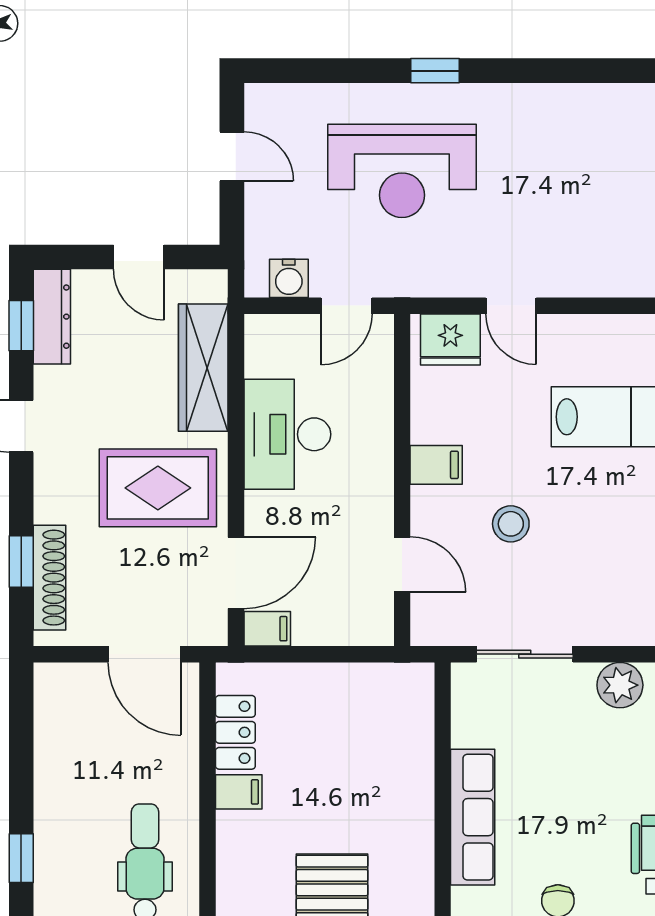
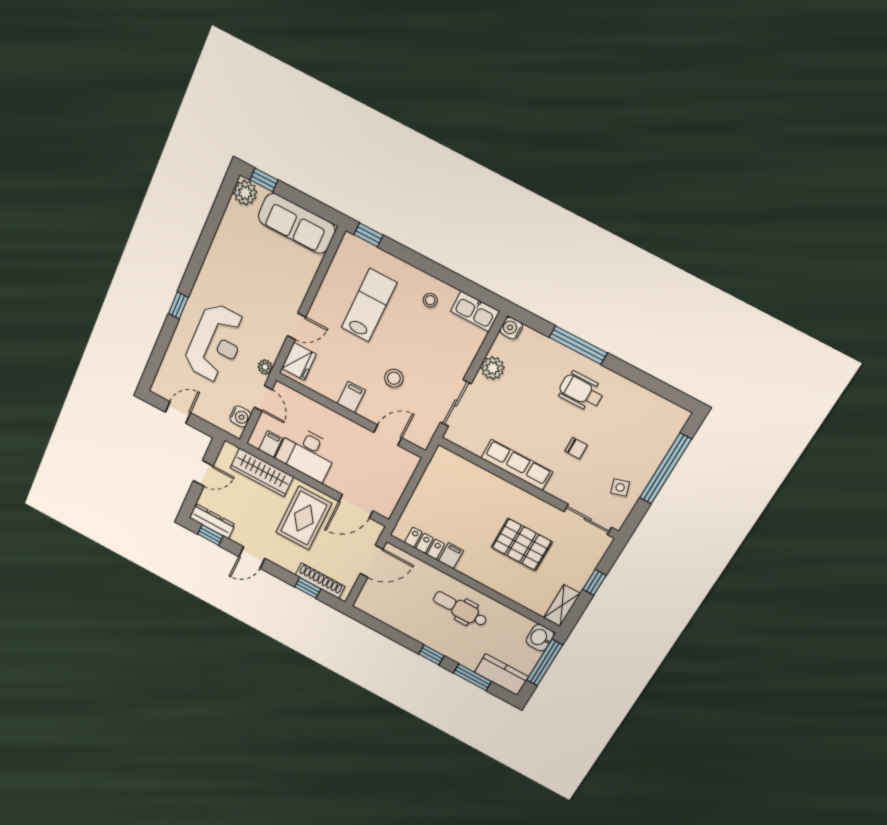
plant: (407, 282) -> (265, 367), added
door: (236, 573) -> (356, 506), swing flipped
filing cabinet: (267, 629) -> (270, 444), moved

